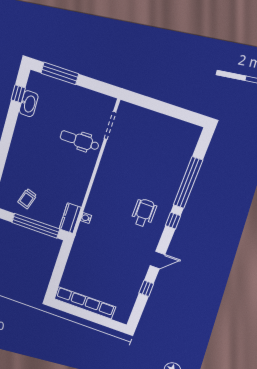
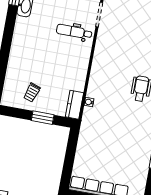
window: (36, 226) -> (43, 118), width x0.47

